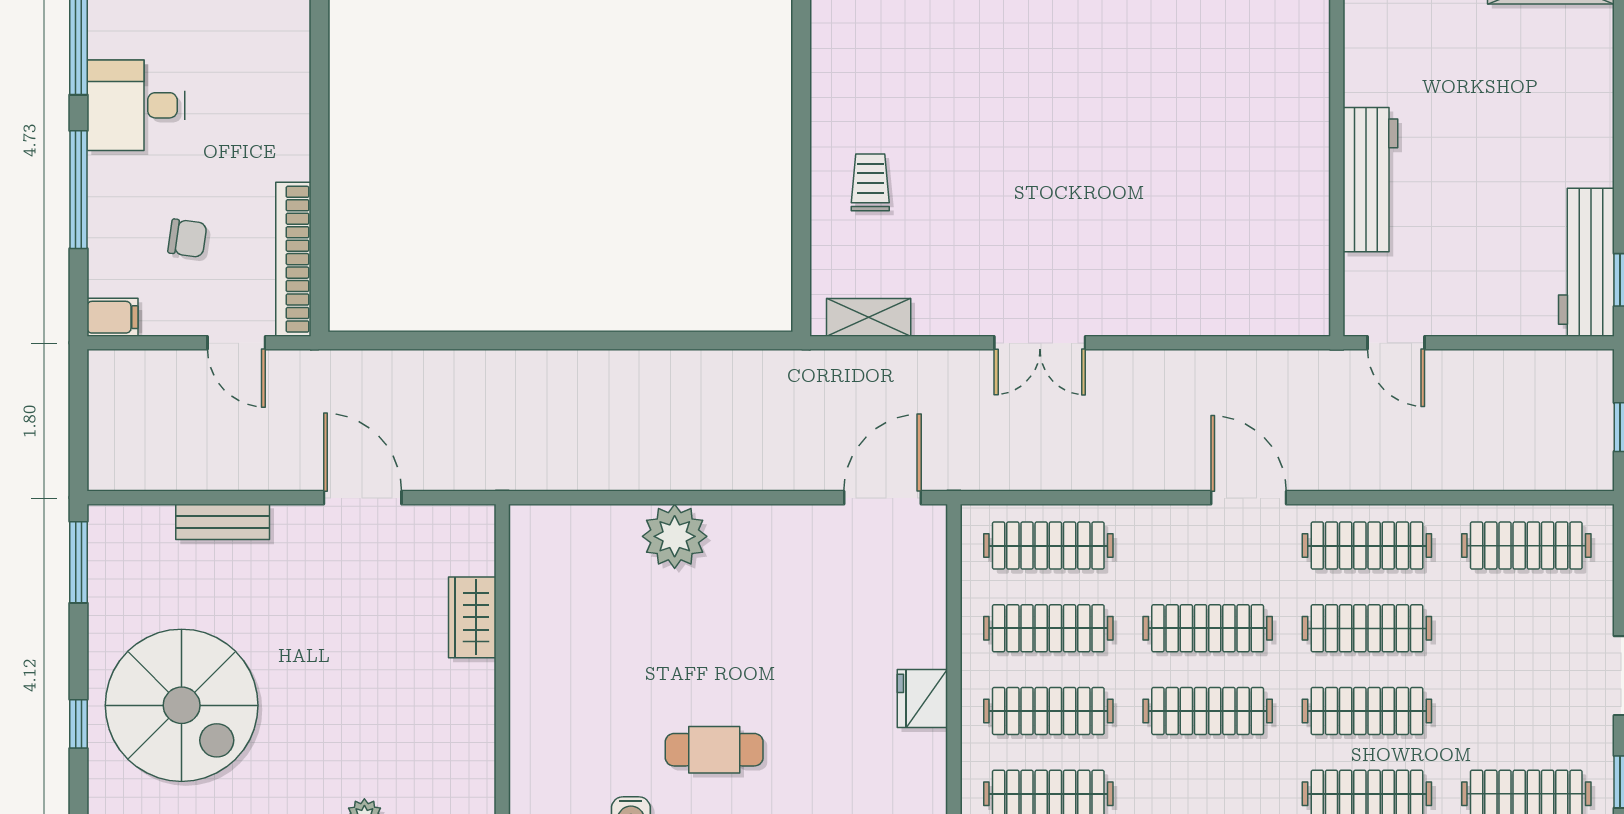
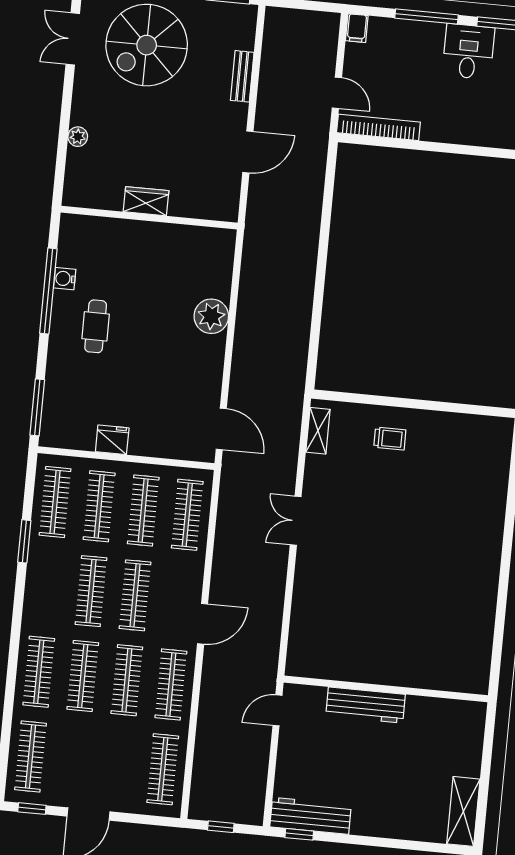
chair: (187, 238) -> (395, 72), removed
door: (236, 343) -> (337, 93), swing flipped
wardrobe: (472, 617) -> (146, 201), moved

